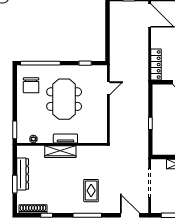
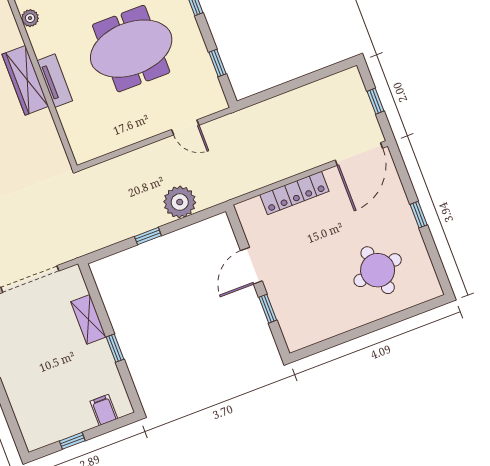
locker: (156, 65) -> (294, 193), moved
plant: (141, 103) -> (180, 202), added

